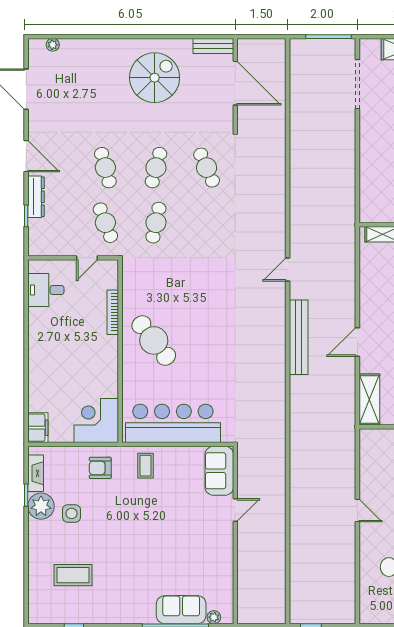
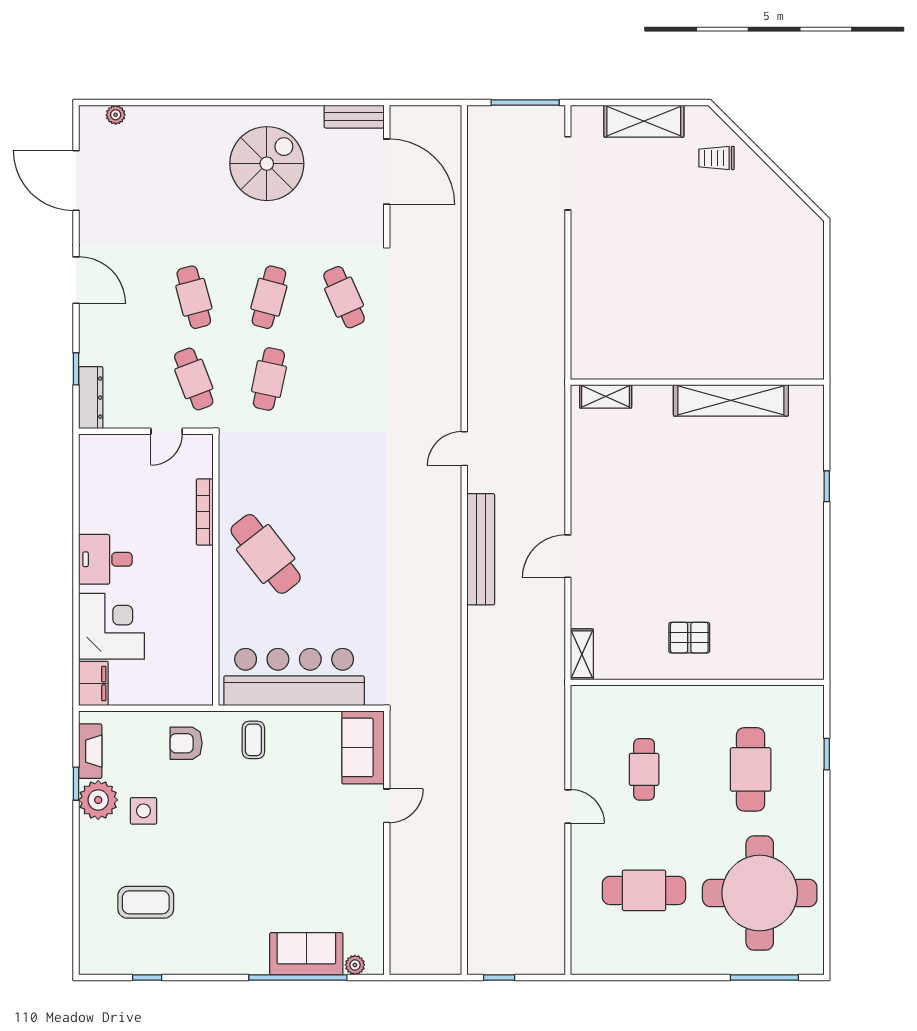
dresser: (36, 197) -> (91, 398), moved
desk: (46, 290) -> (105, 559), moved
shelving: (369, 400) -> (582, 654), width x0.67, depth x0.75
corner desk: (96, 420) -> (112, 626), moved, turned 90

